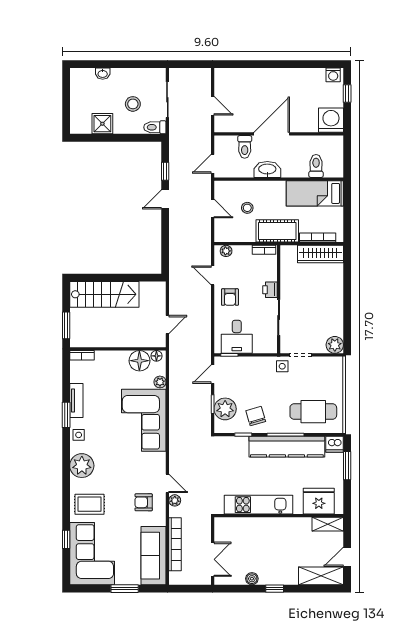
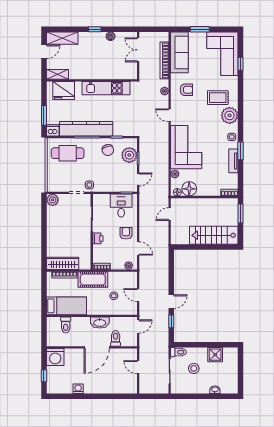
washing machine: (333, 75) -> (78, 389), moved
door: (167, 483) -> (170, 115), moved
rug: (89, 504) -> (218, 98), moved

